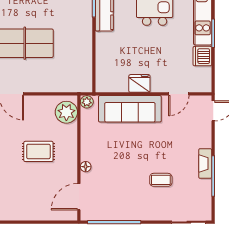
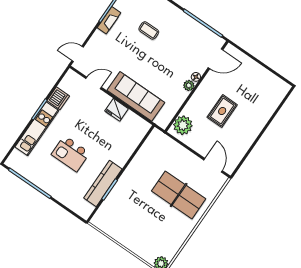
plant: (87, 102) -> (189, 85), moved
rug: (38, 151) -> (222, 111), turned 90

